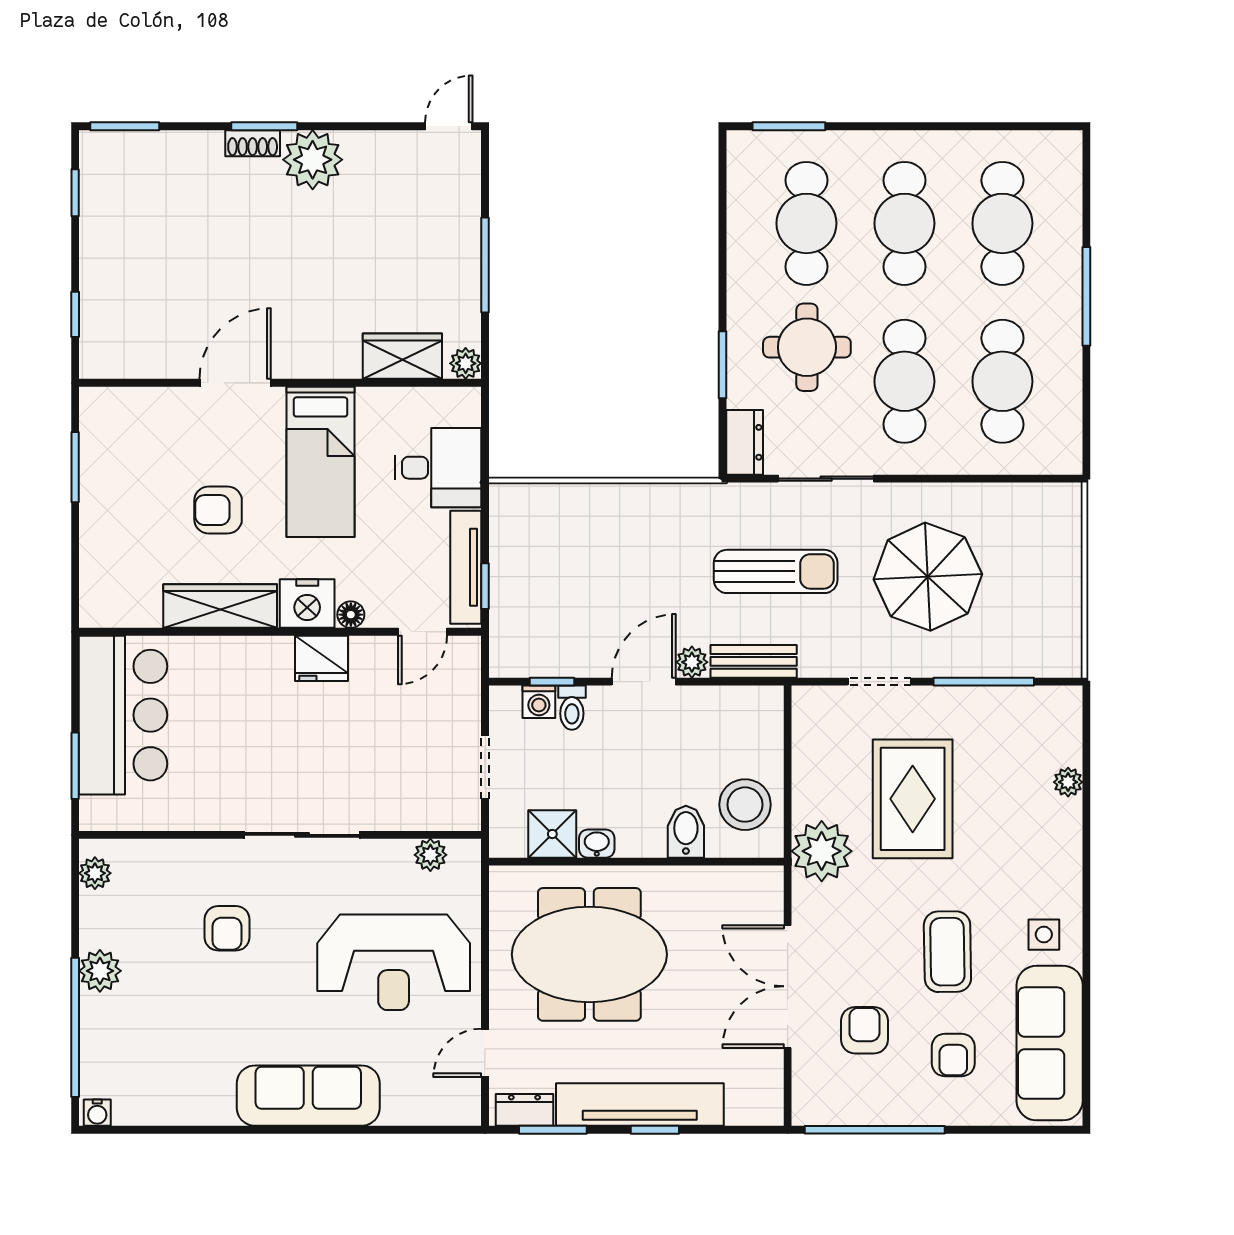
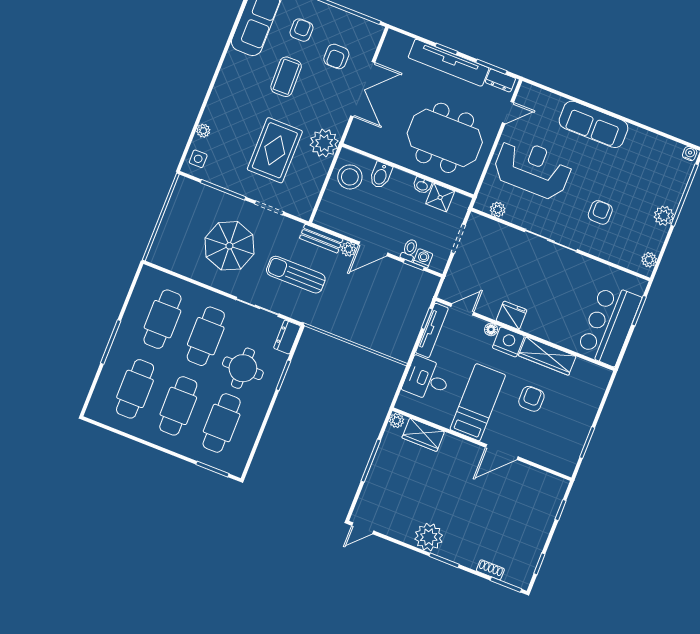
shoe rack: (253, 143) -> (490, 570), moved
armchair: (218, 510) -> (531, 399), turned -90
side table: (1044, 935) -> (198, 159), moved

